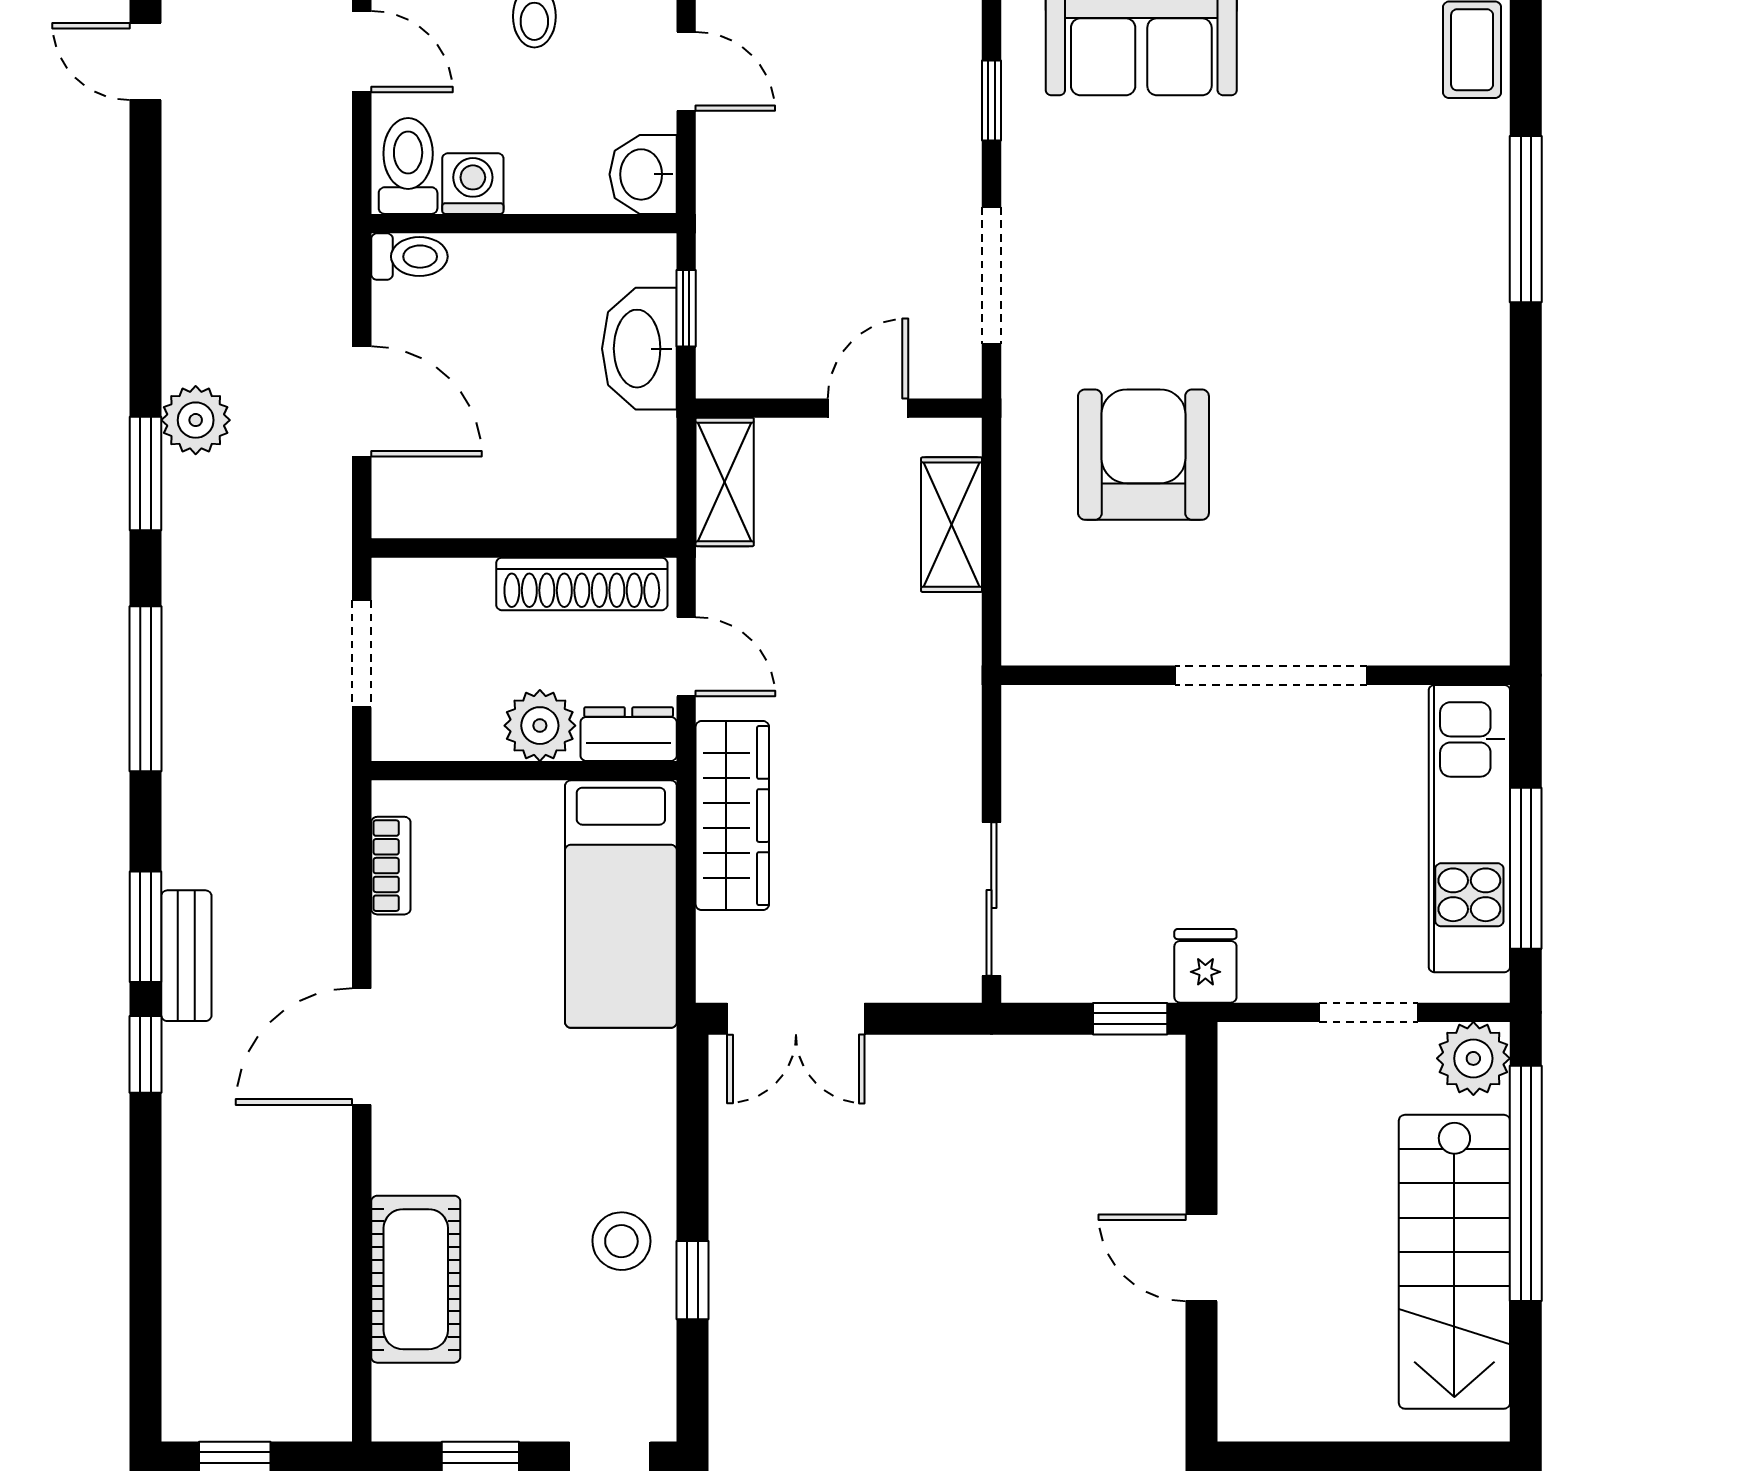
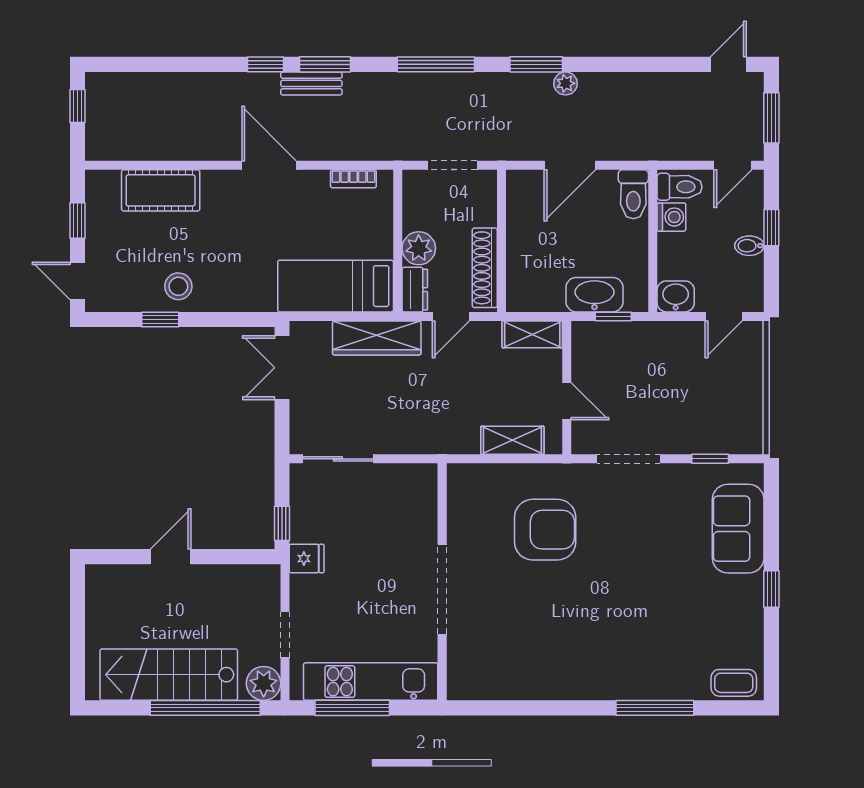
toilet: (409, 257) -> (633, 194), width x1.37, depth x1.39
plant: (196, 420) -> (565, 83), width x0.73, depth x0.73

